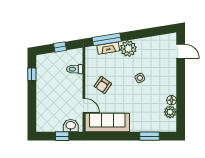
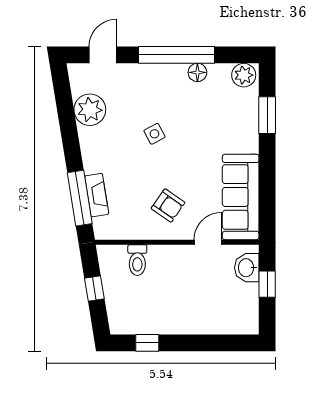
plant: (128, 48) -> (90, 110), moved
window: (181, 89) -> (177, 55), added
plant: (170, 112) -> (244, 75), moved

